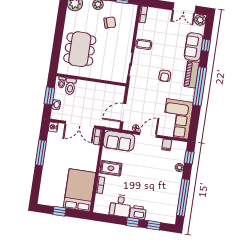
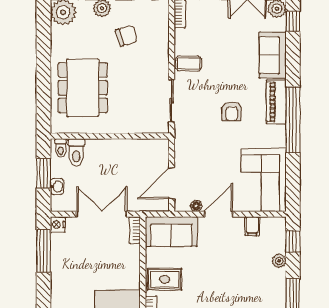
window: (206, 45) -> (293, 21), moved
double door: (80, 125) -> (102, 214), swing flipped
window: (41, 153) -> (44, 251), moved

